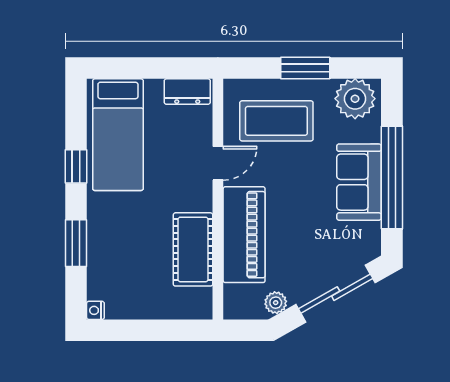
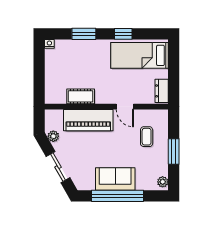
plant: (355, 99) -> (163, 182), width x0.53, depth x0.53
coffee table: (276, 121) -> (147, 137), width x0.54, depth x0.58
cot: (193, 249) -> (81, 96), width x0.73, depth x0.75
sliding door: (336, 294) -> (58, 167), width x0.73

